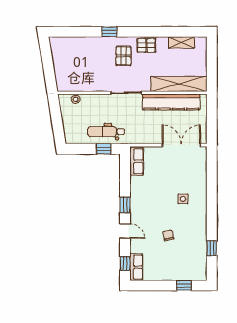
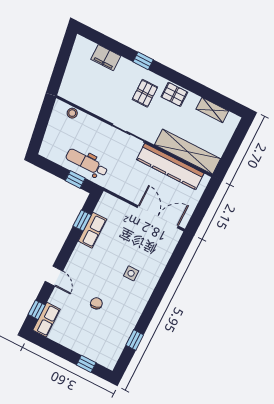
filing cabinet: (80, 44) -> (106, 58), added
row of seats: (137, 161) -> (92, 230), moved
window: (125, 205) -> (82, 220), moved

